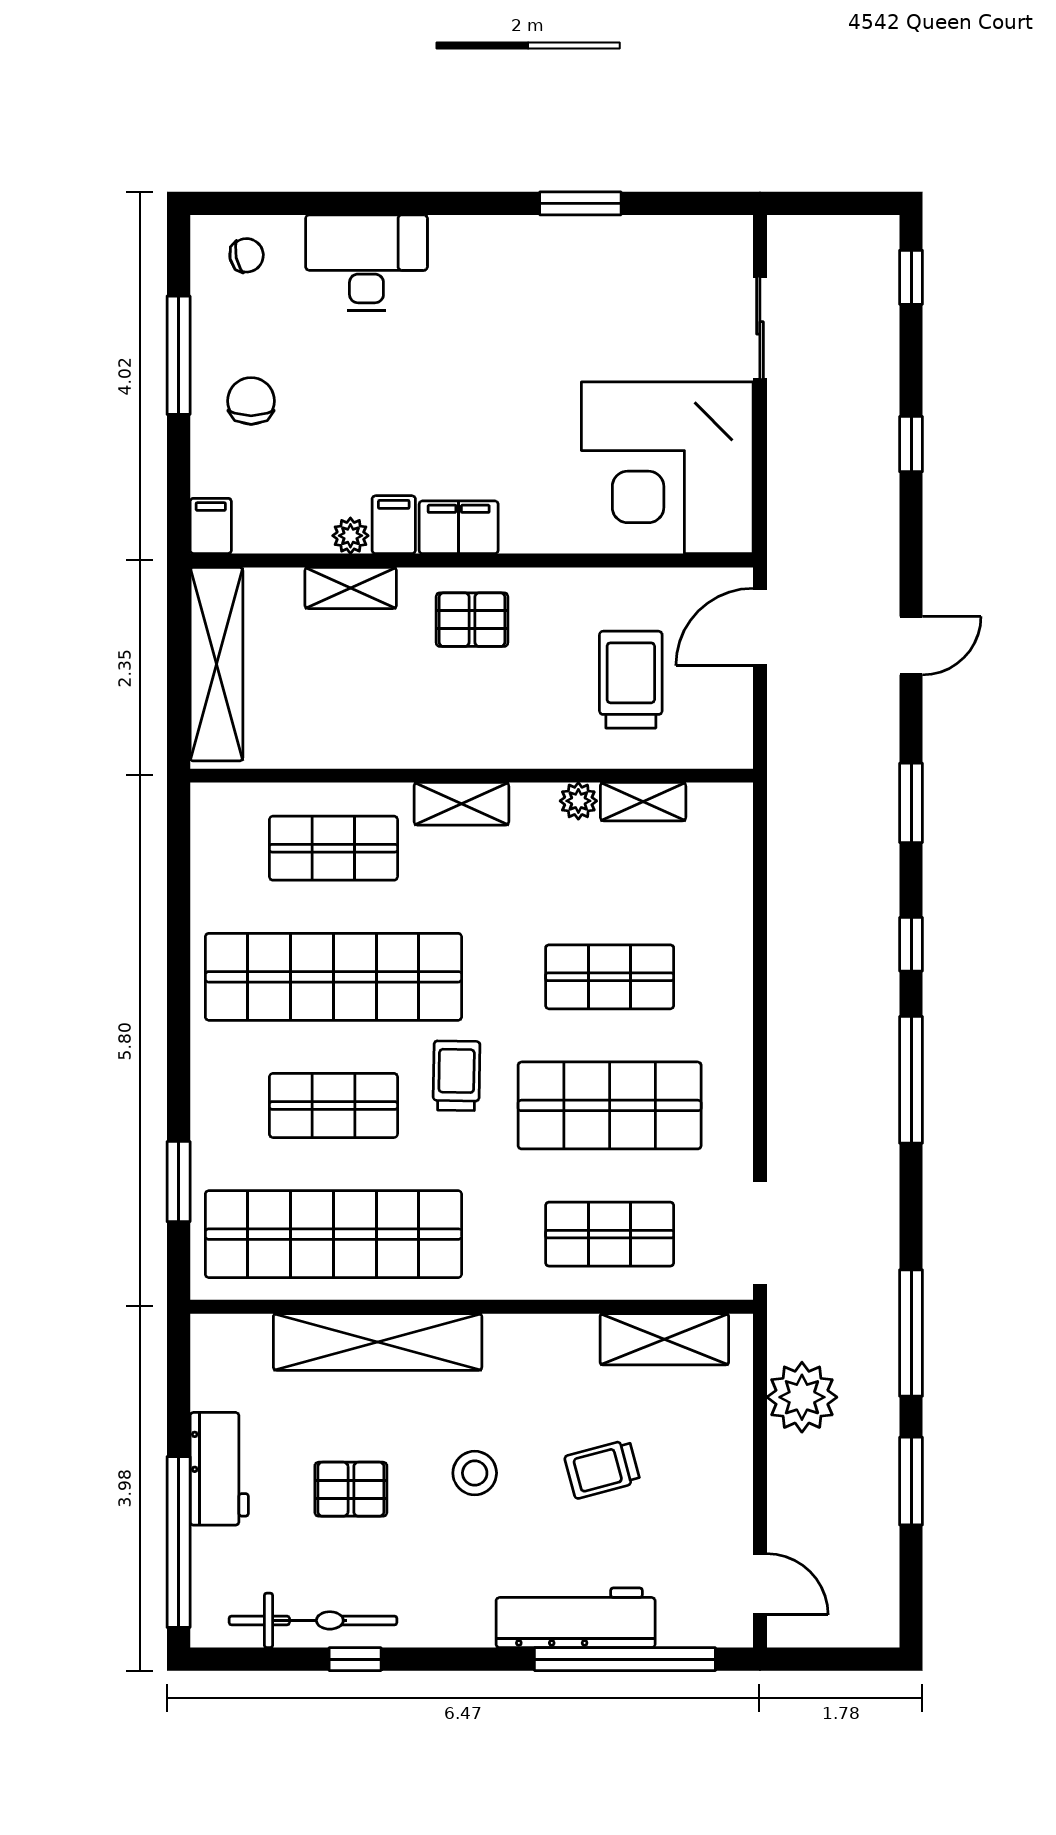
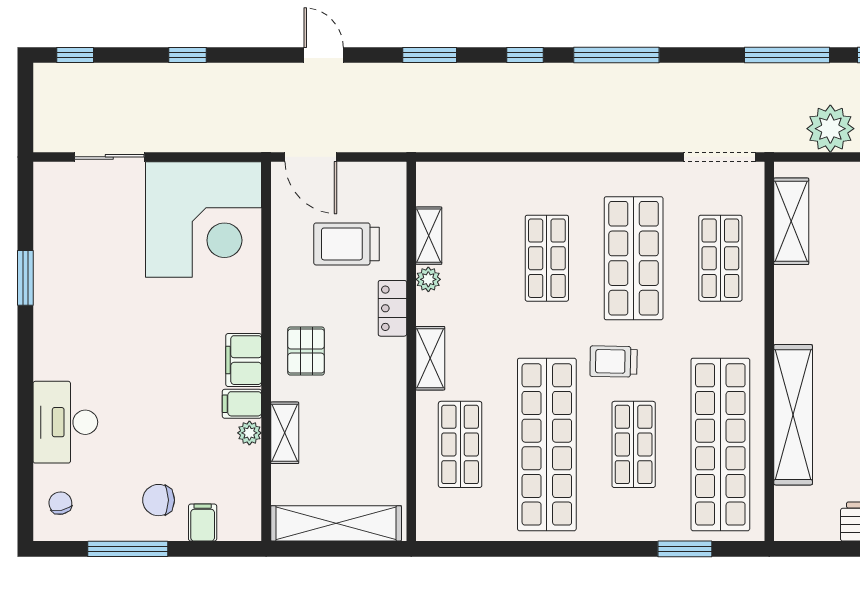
filing cabinet: (211, 526) -> (203, 523), moved, turned 90
locker: (535, 748) -> (392, 308), added

